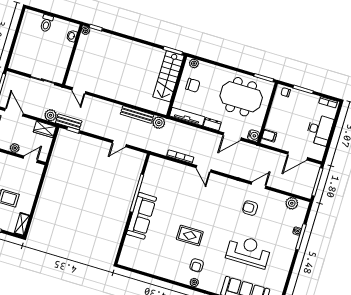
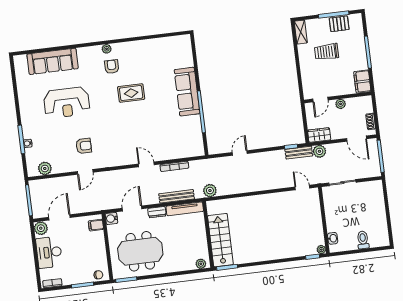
chair: (193, 85) -> (193, 242), removed
bench: (137, 115) -> (177, 196), moved
plant: (318, 154) -> (41, 228), added

